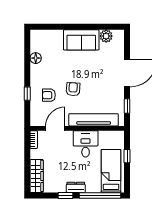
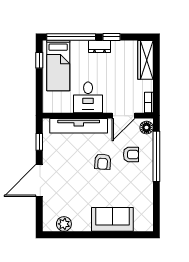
sofa: (81, 40) -> (112, 219), moved
floor lamp: (36, 58) -> (147, 128), moved
window: (27, 94) -> (156, 156), width x3.17
window: (127, 156) -> (39, 60), moved

